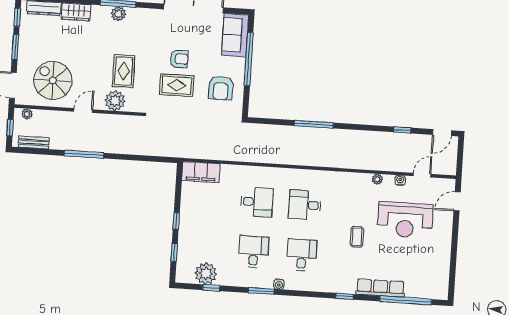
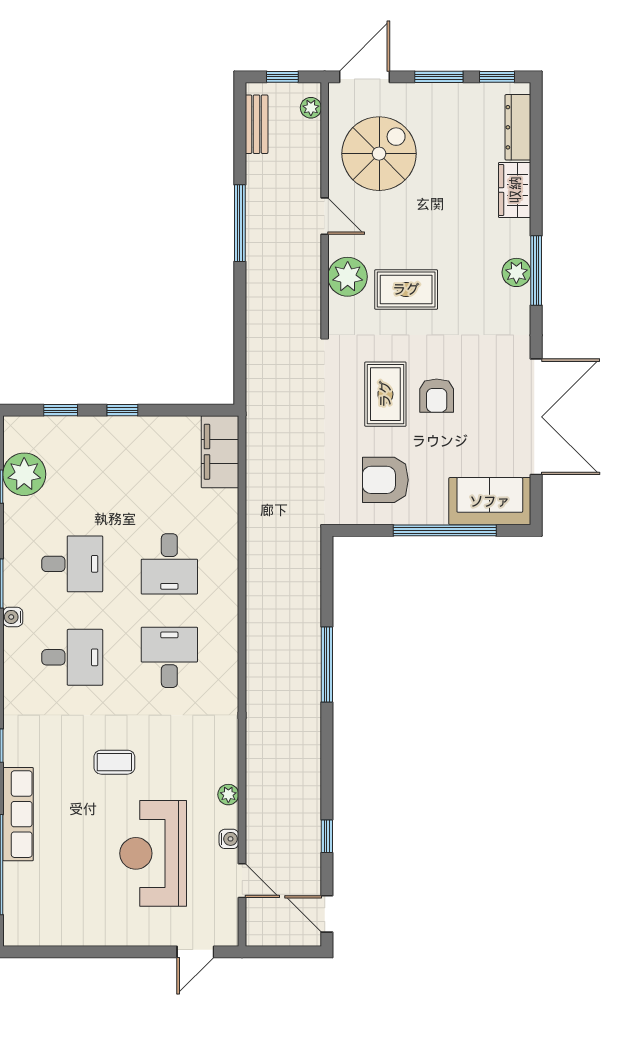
door: (457, 201) -> (195, 952), swing flipped

